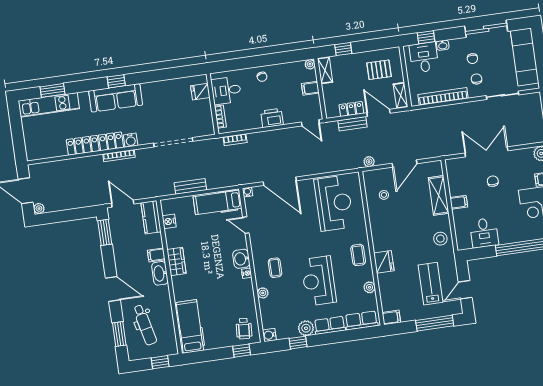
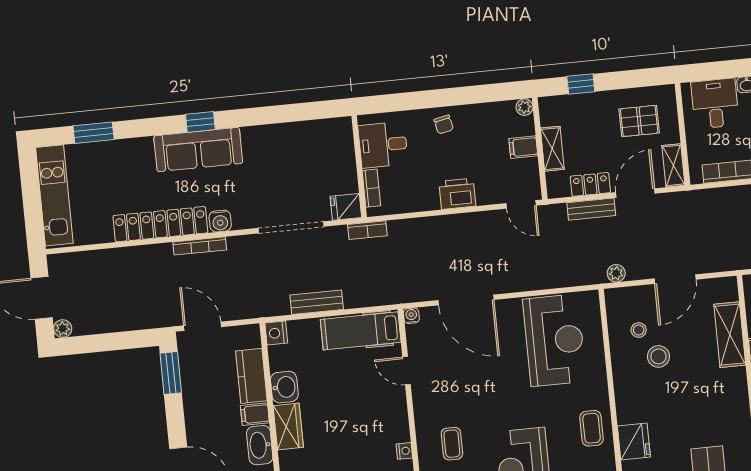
window: (426, 37) -> (720, 70), removed
shelving: (325, 70) -> (552, 149), moved
fridge: (200, 92) -> (346, 207), moved
kitchen unit: (49, 105) -> (54, 195), moved, turned -90
door: (379, 113) -> (635, 193), hinge flipped
bookcase: (235, 140) -> (367, 230), moved
kitchen counter: (151, 217) -> (251, 376), moved
nightstand: (169, 221) -> (276, 333), moved
stool: (440, 239) -> (658, 356), moved
washbasin: (241, 259) -> (284, 387), moved, turned 180

